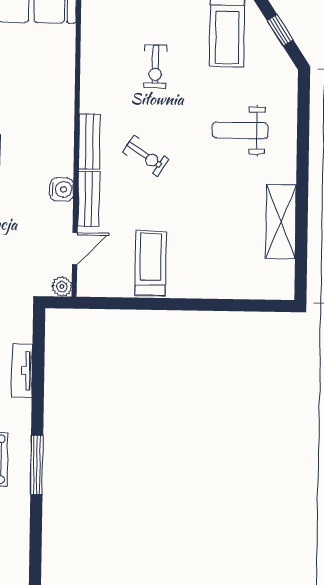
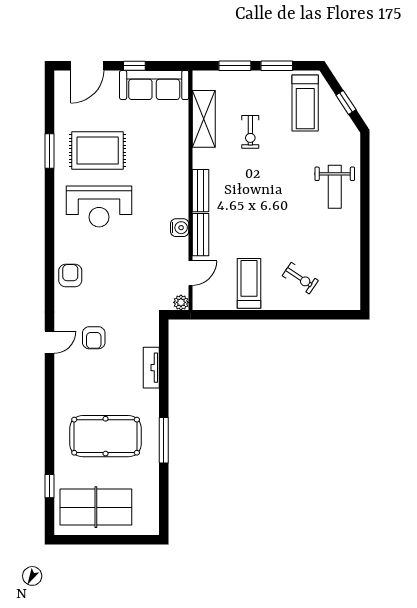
weight bench: (240, 130) -> (335, 187), moved, turned -90
exercise bike: (146, 156) -> (300, 278), moved
shelving: (281, 222) -> (204, 119), moved

